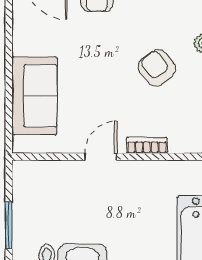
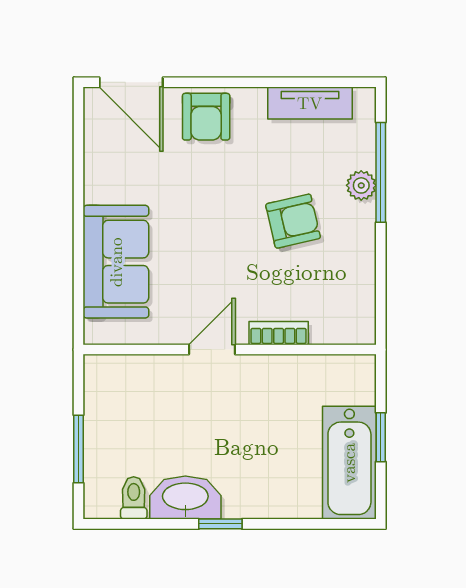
armchair: (157, 68) -> (293, 221), turned 115

